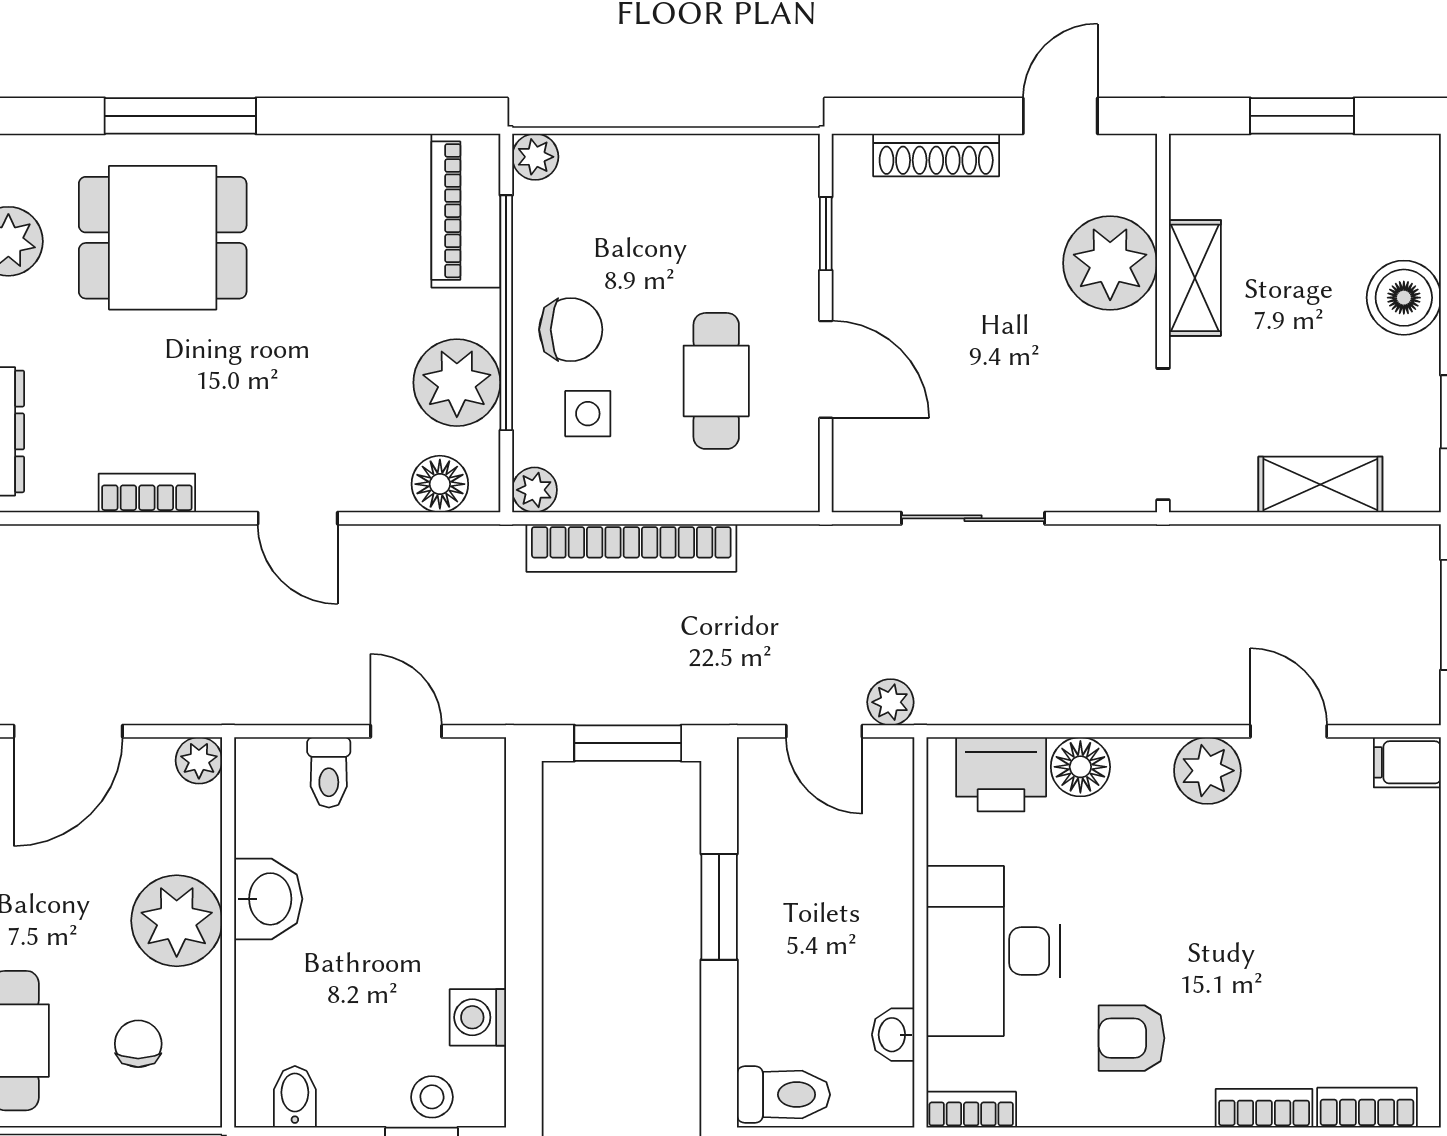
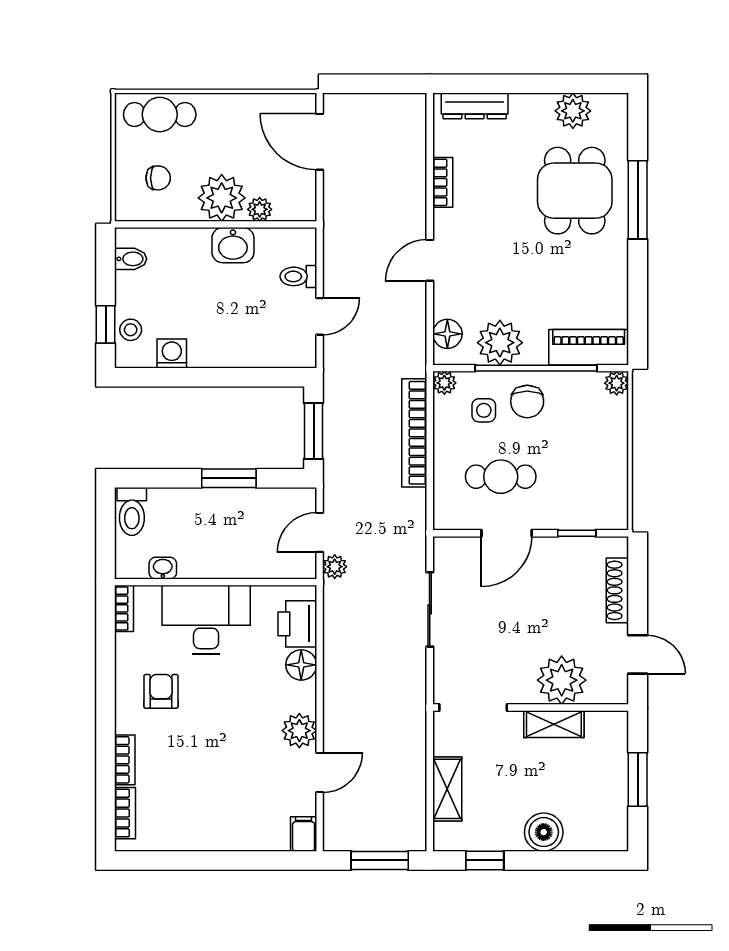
plant: (199, 760) -> (260, 209), moved

